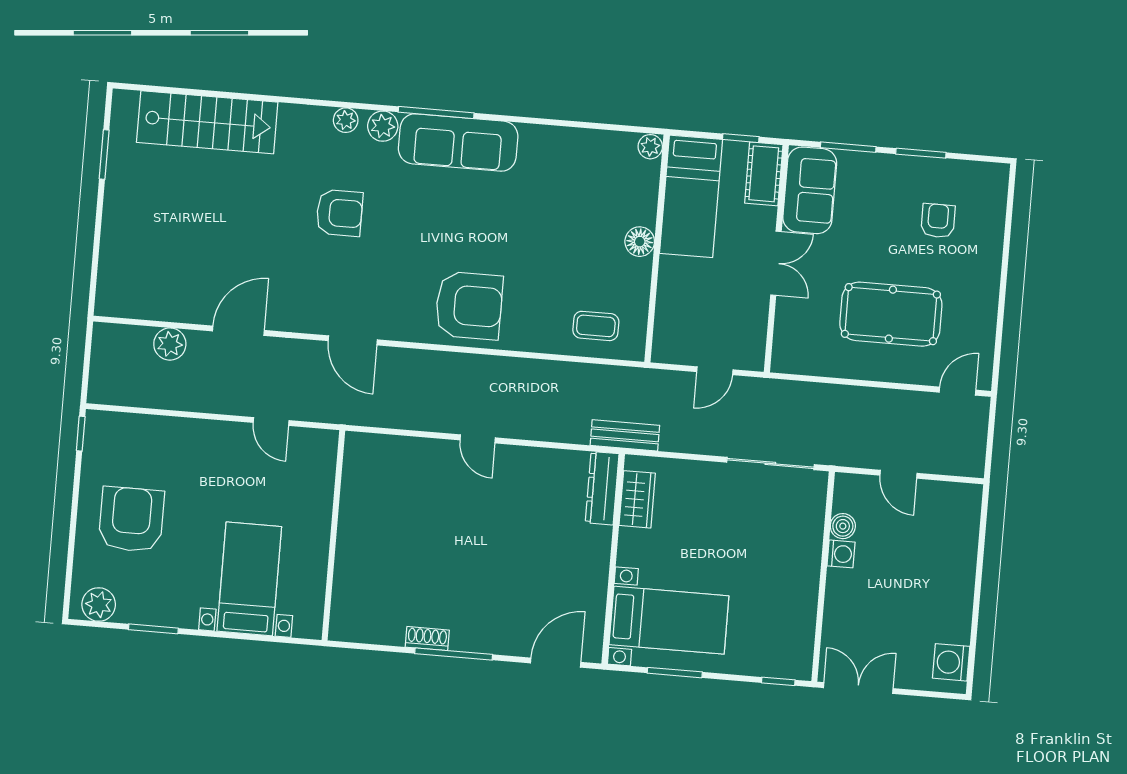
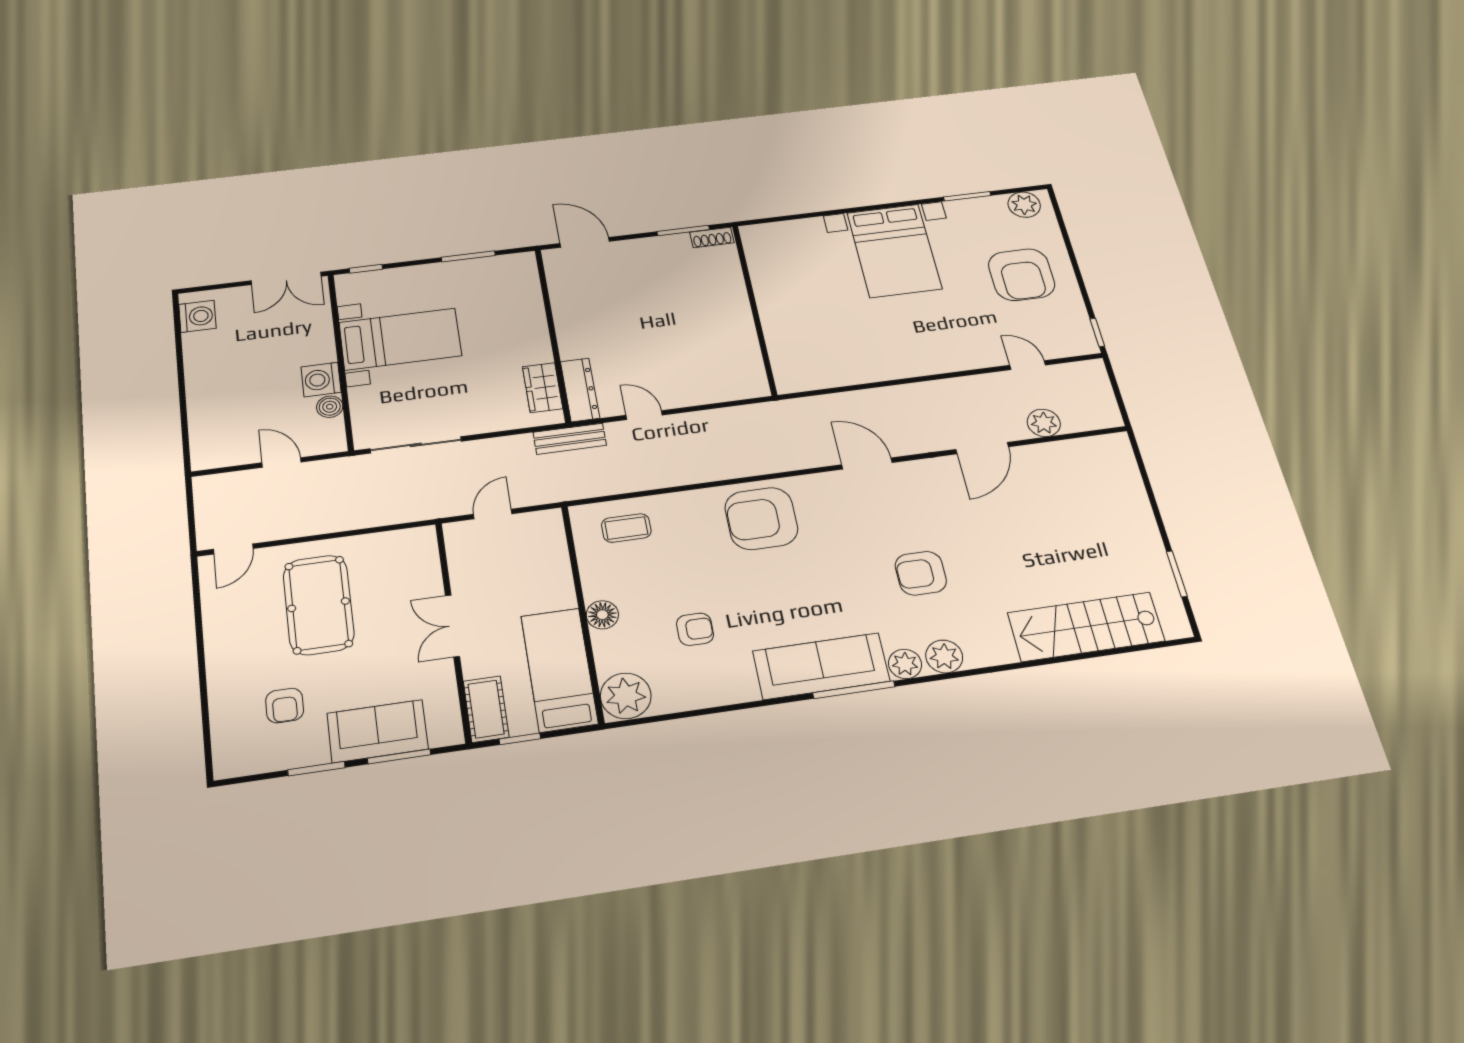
plant: (346, 120) -> (944, 656), width x1.38, depth x1.38
plant: (650, 147) -> (626, 696), width x1.87, depth x1.87
sofa: (810, 190) -> (377, 731), moved, turned 90
armchair: (560, 207) -> (695, 629), added
pool table: (891, 314) -> (319, 605), turned 90
door: (271, 422) -> (1028, 365), moved
door: (478, 439) -> (644, 415), moved
wall: (333, 535) -> (754, 309), moved
washing machine: (841, 554) -> (321, 380), width x1.38, depth x1.38
bed with nightstands: (249, 579) -> (894, 251), width x1.36
bed with nightstands: (669, 620) -> (400, 339), moved, turned 180
window: (454, 654) -> (683, 230), width x0.69
door: (556, 663) -> (585, 242), swing flipped

